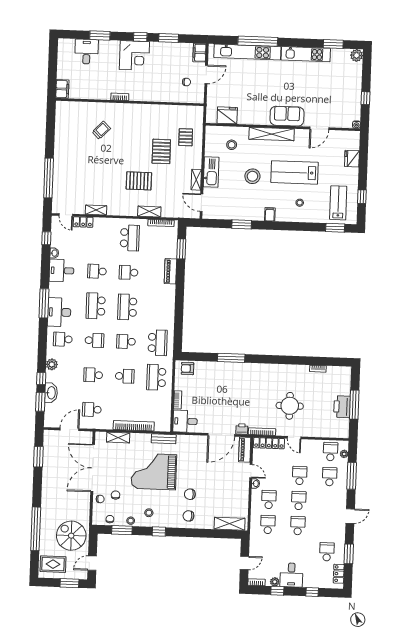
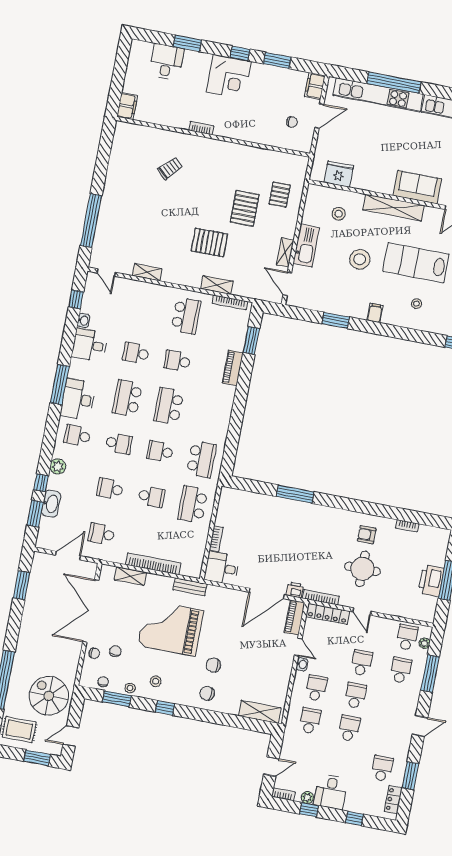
locker: (83, 222) -> (128, 285), removed
armchair: (188, 369) -> (367, 535), moved

